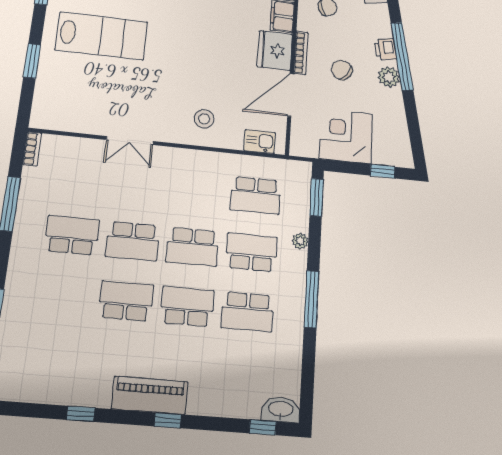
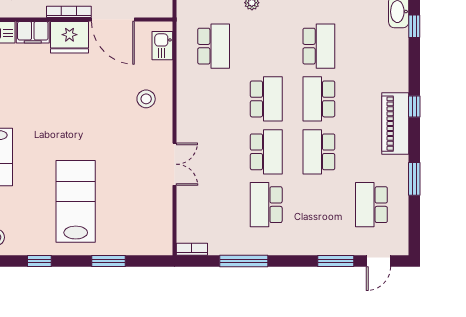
school desk: (252, 252) -> (371, 205), moved
window: (81, 414) -> (414, 179), width x1.50

